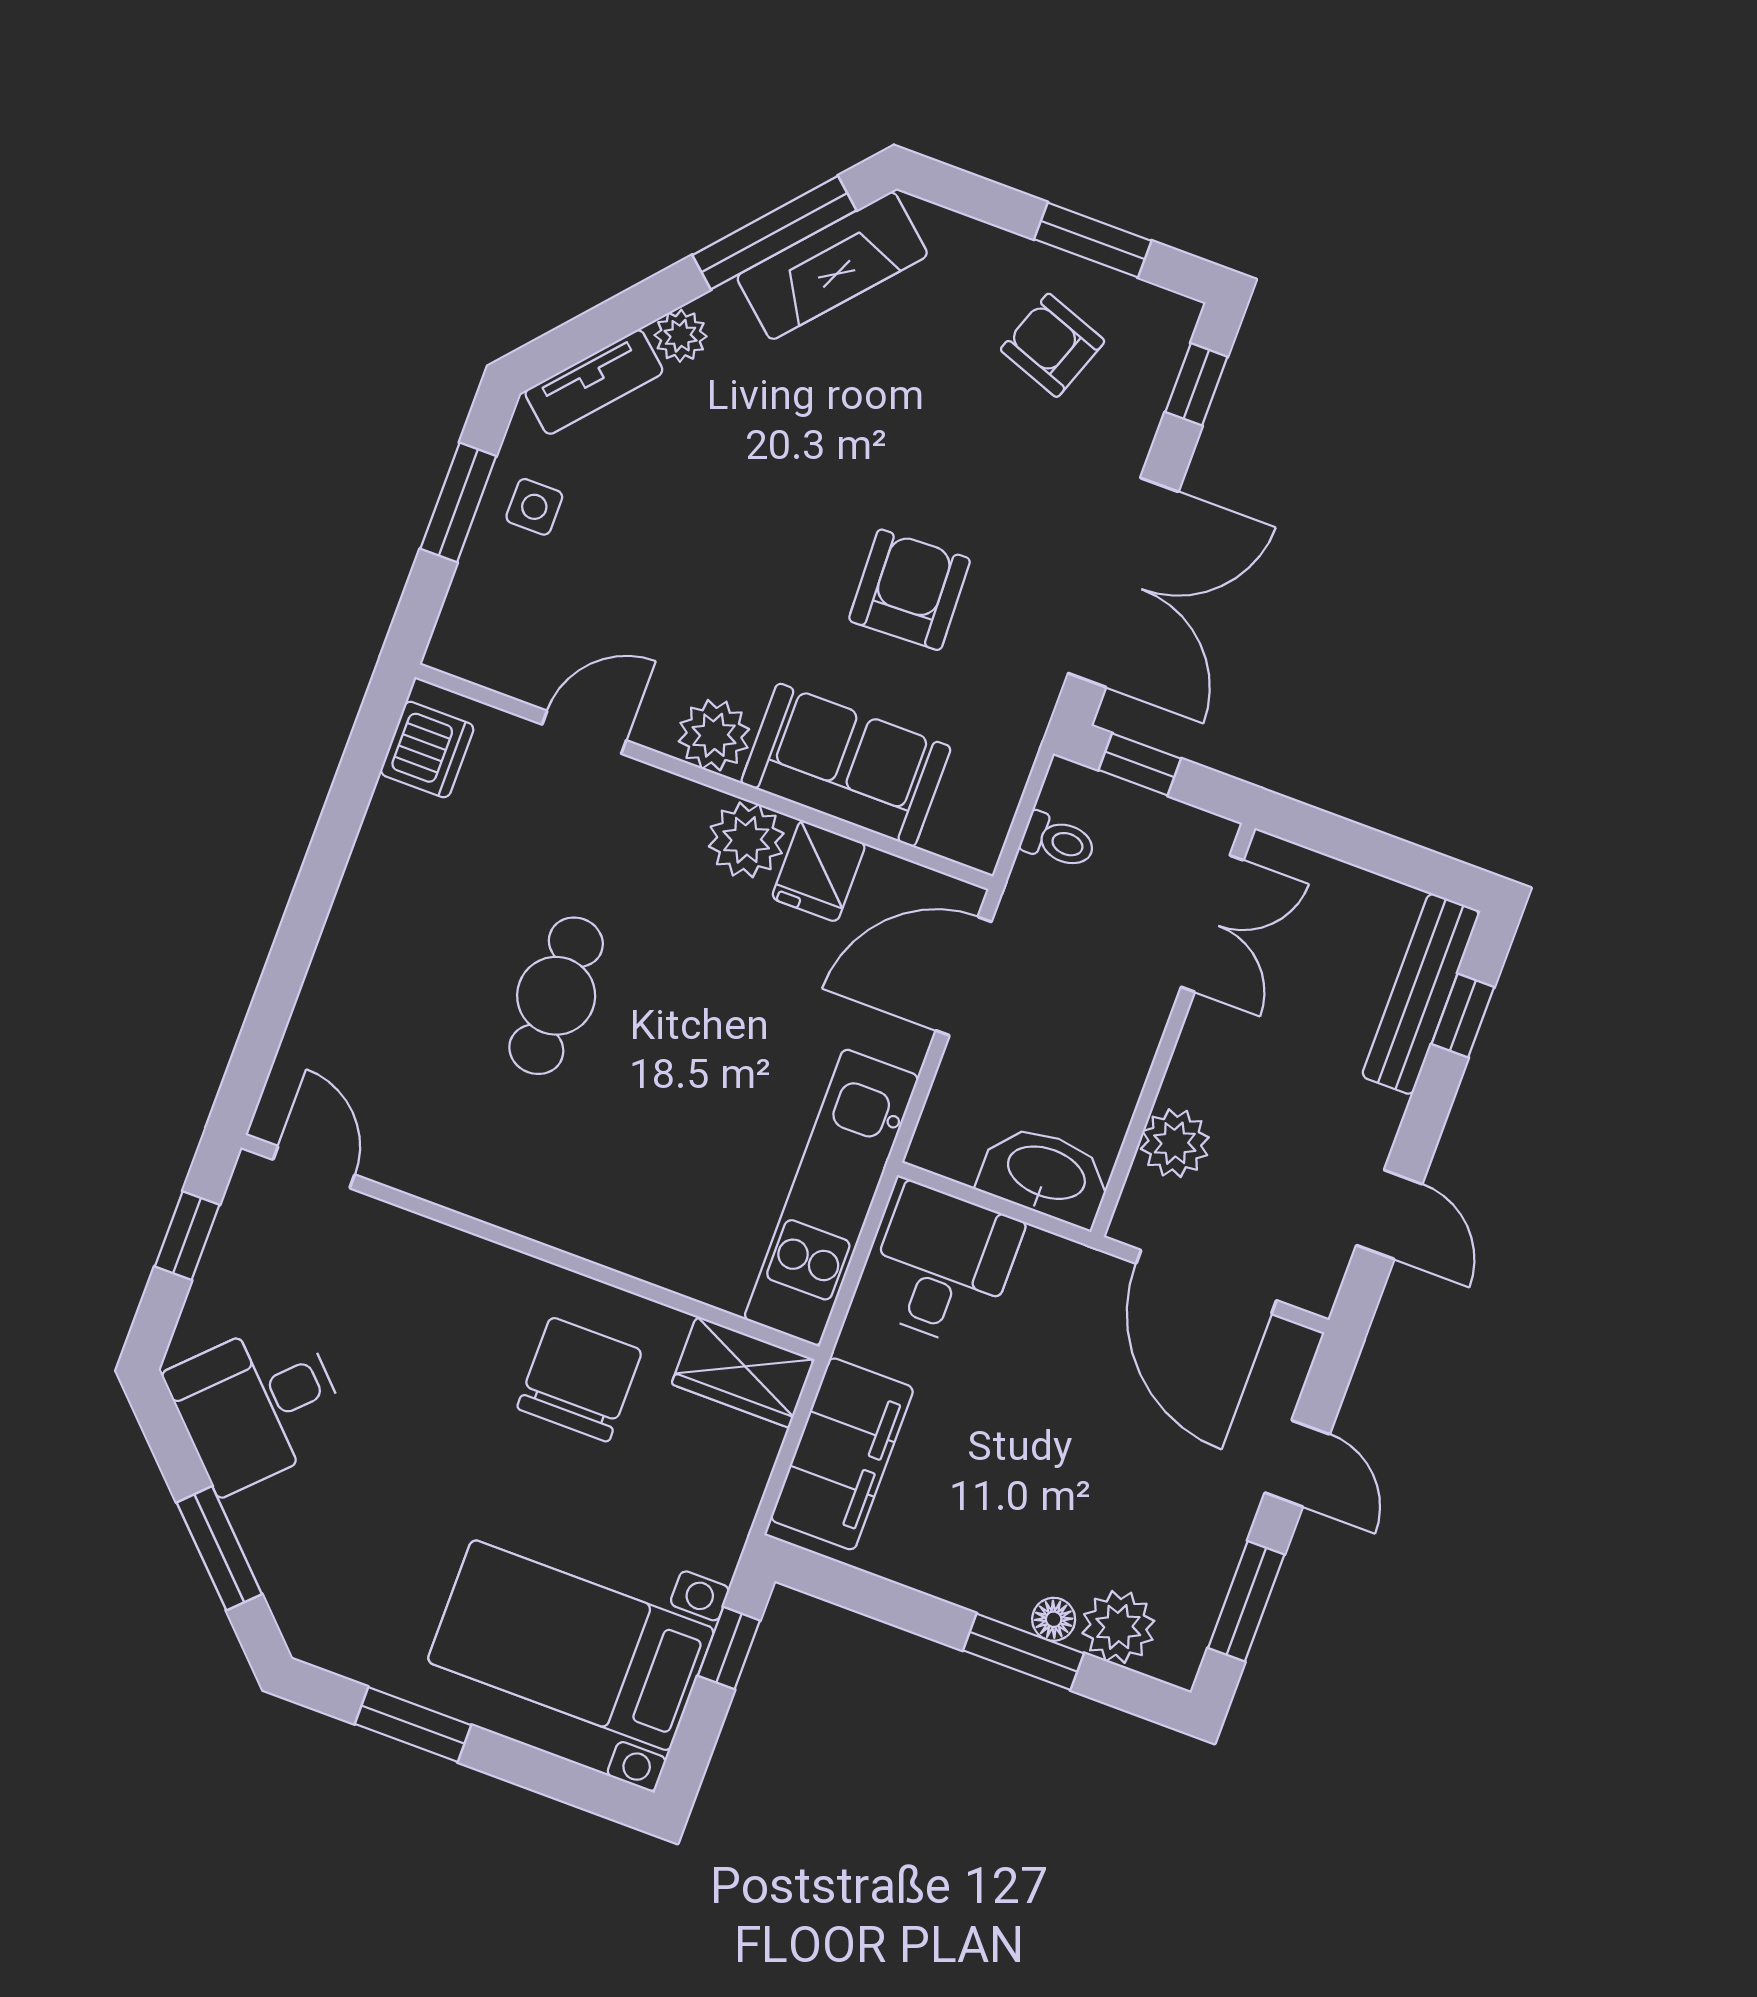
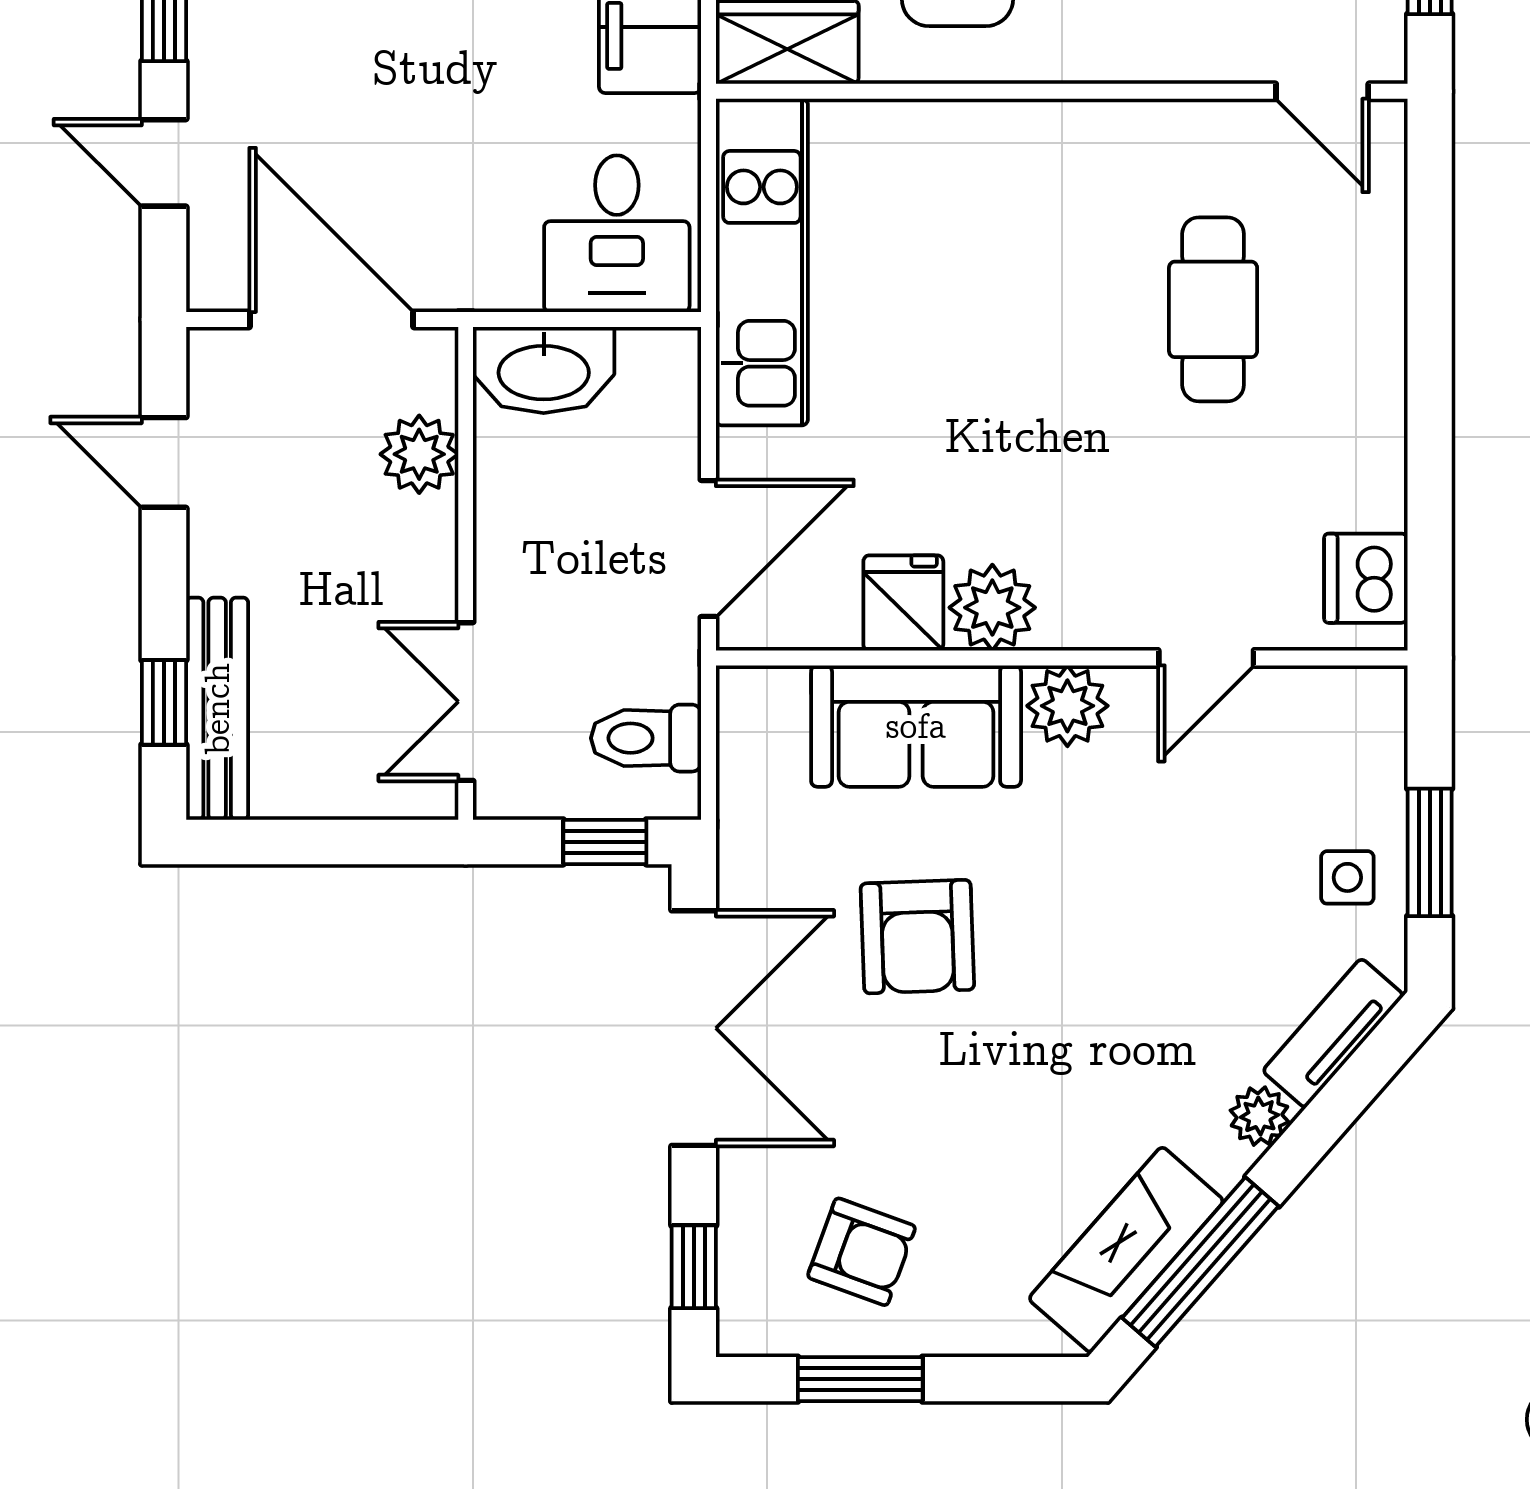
double door: (1123, 582) -> (694, 1028), swing flipped
toilet: (1058, 841) -> (646, 738), width x1.37, depth x1.39
cafe table: (556, 996) -> (1213, 309), moved

